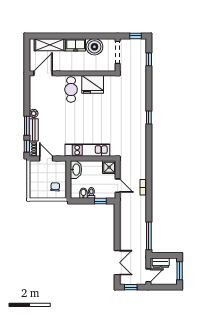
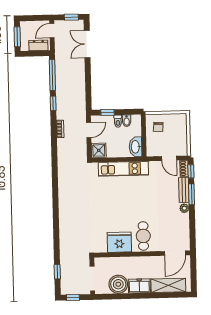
window: (149, 117) -> (53, 103), moved
door: (118, 186) -> (89, 130), swing flipped

